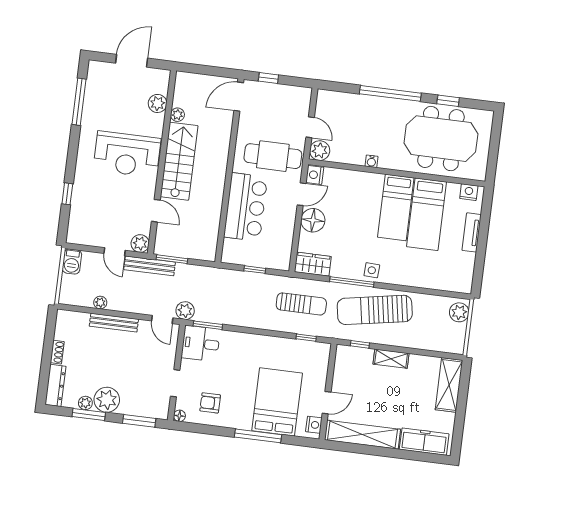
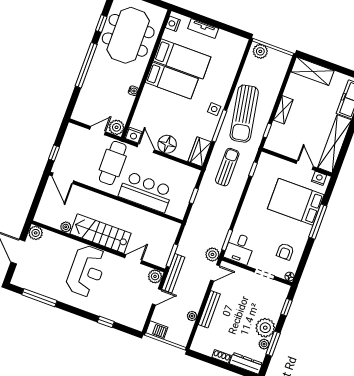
plant: (158, 103) -> (36, 233), moved
window: (139, 421) -> (286, 307), width x0.67

